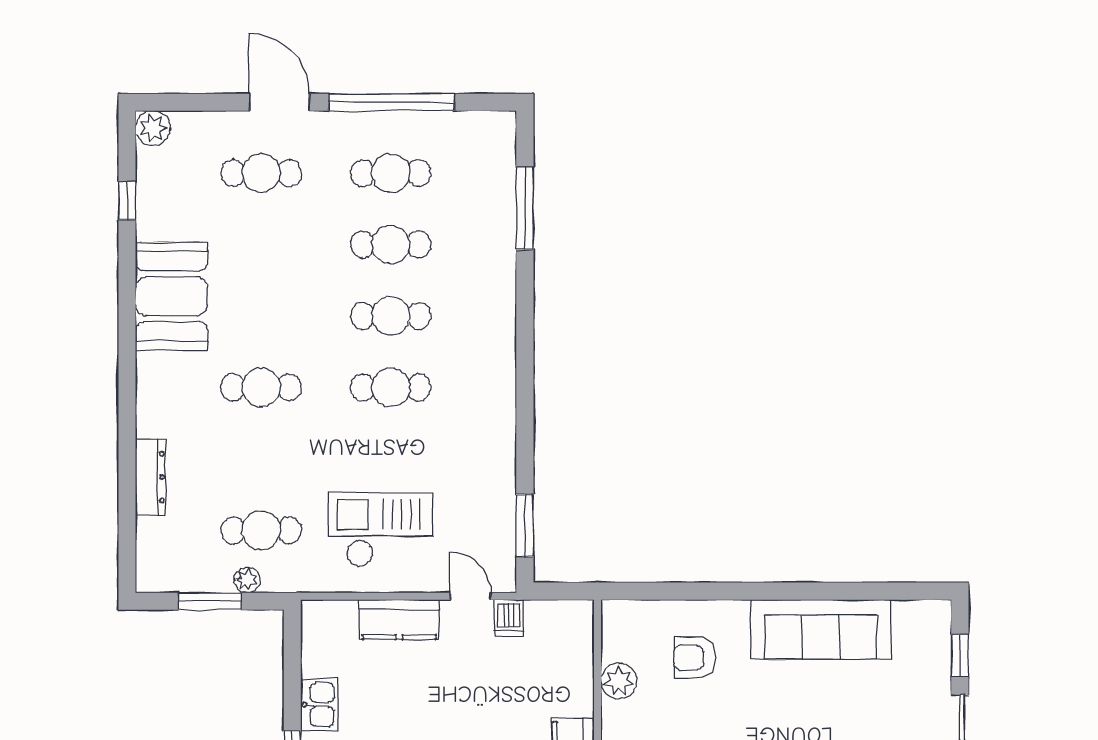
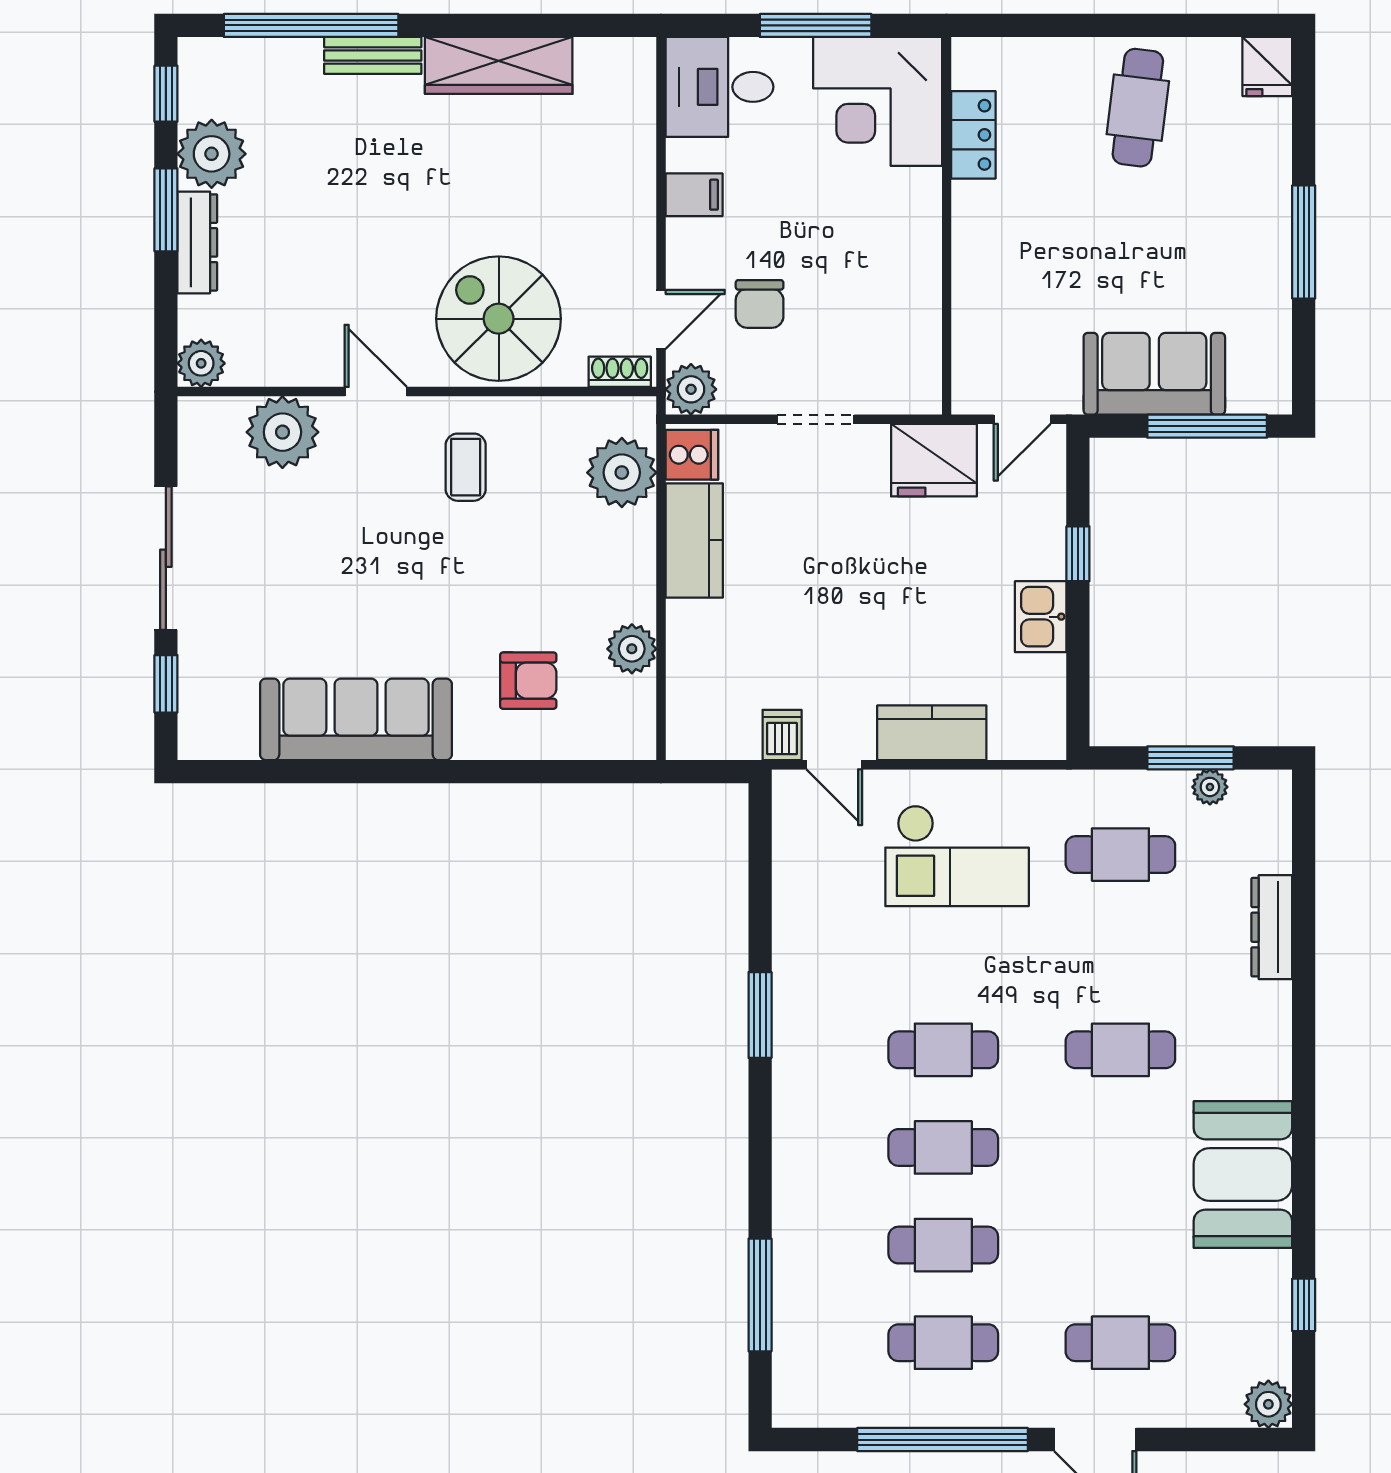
window: (525, 526) -> (760, 1015), moved
plant: (247, 580) -> (1210, 787), moved

